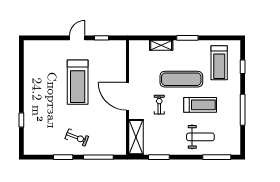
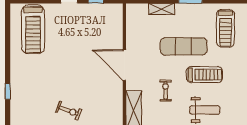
treadmill: (78, 82) -> (33, 29), moved
exercise bike: (159, 105) -> (166, 91), moved

